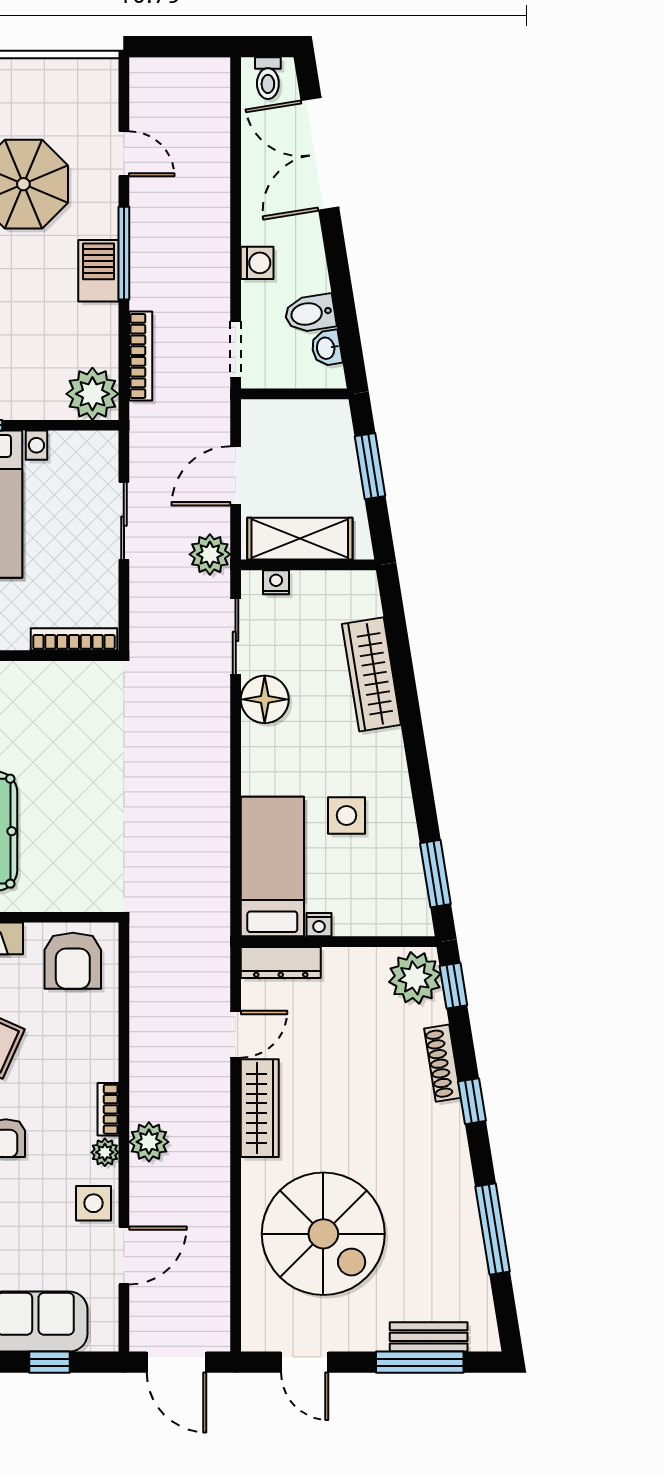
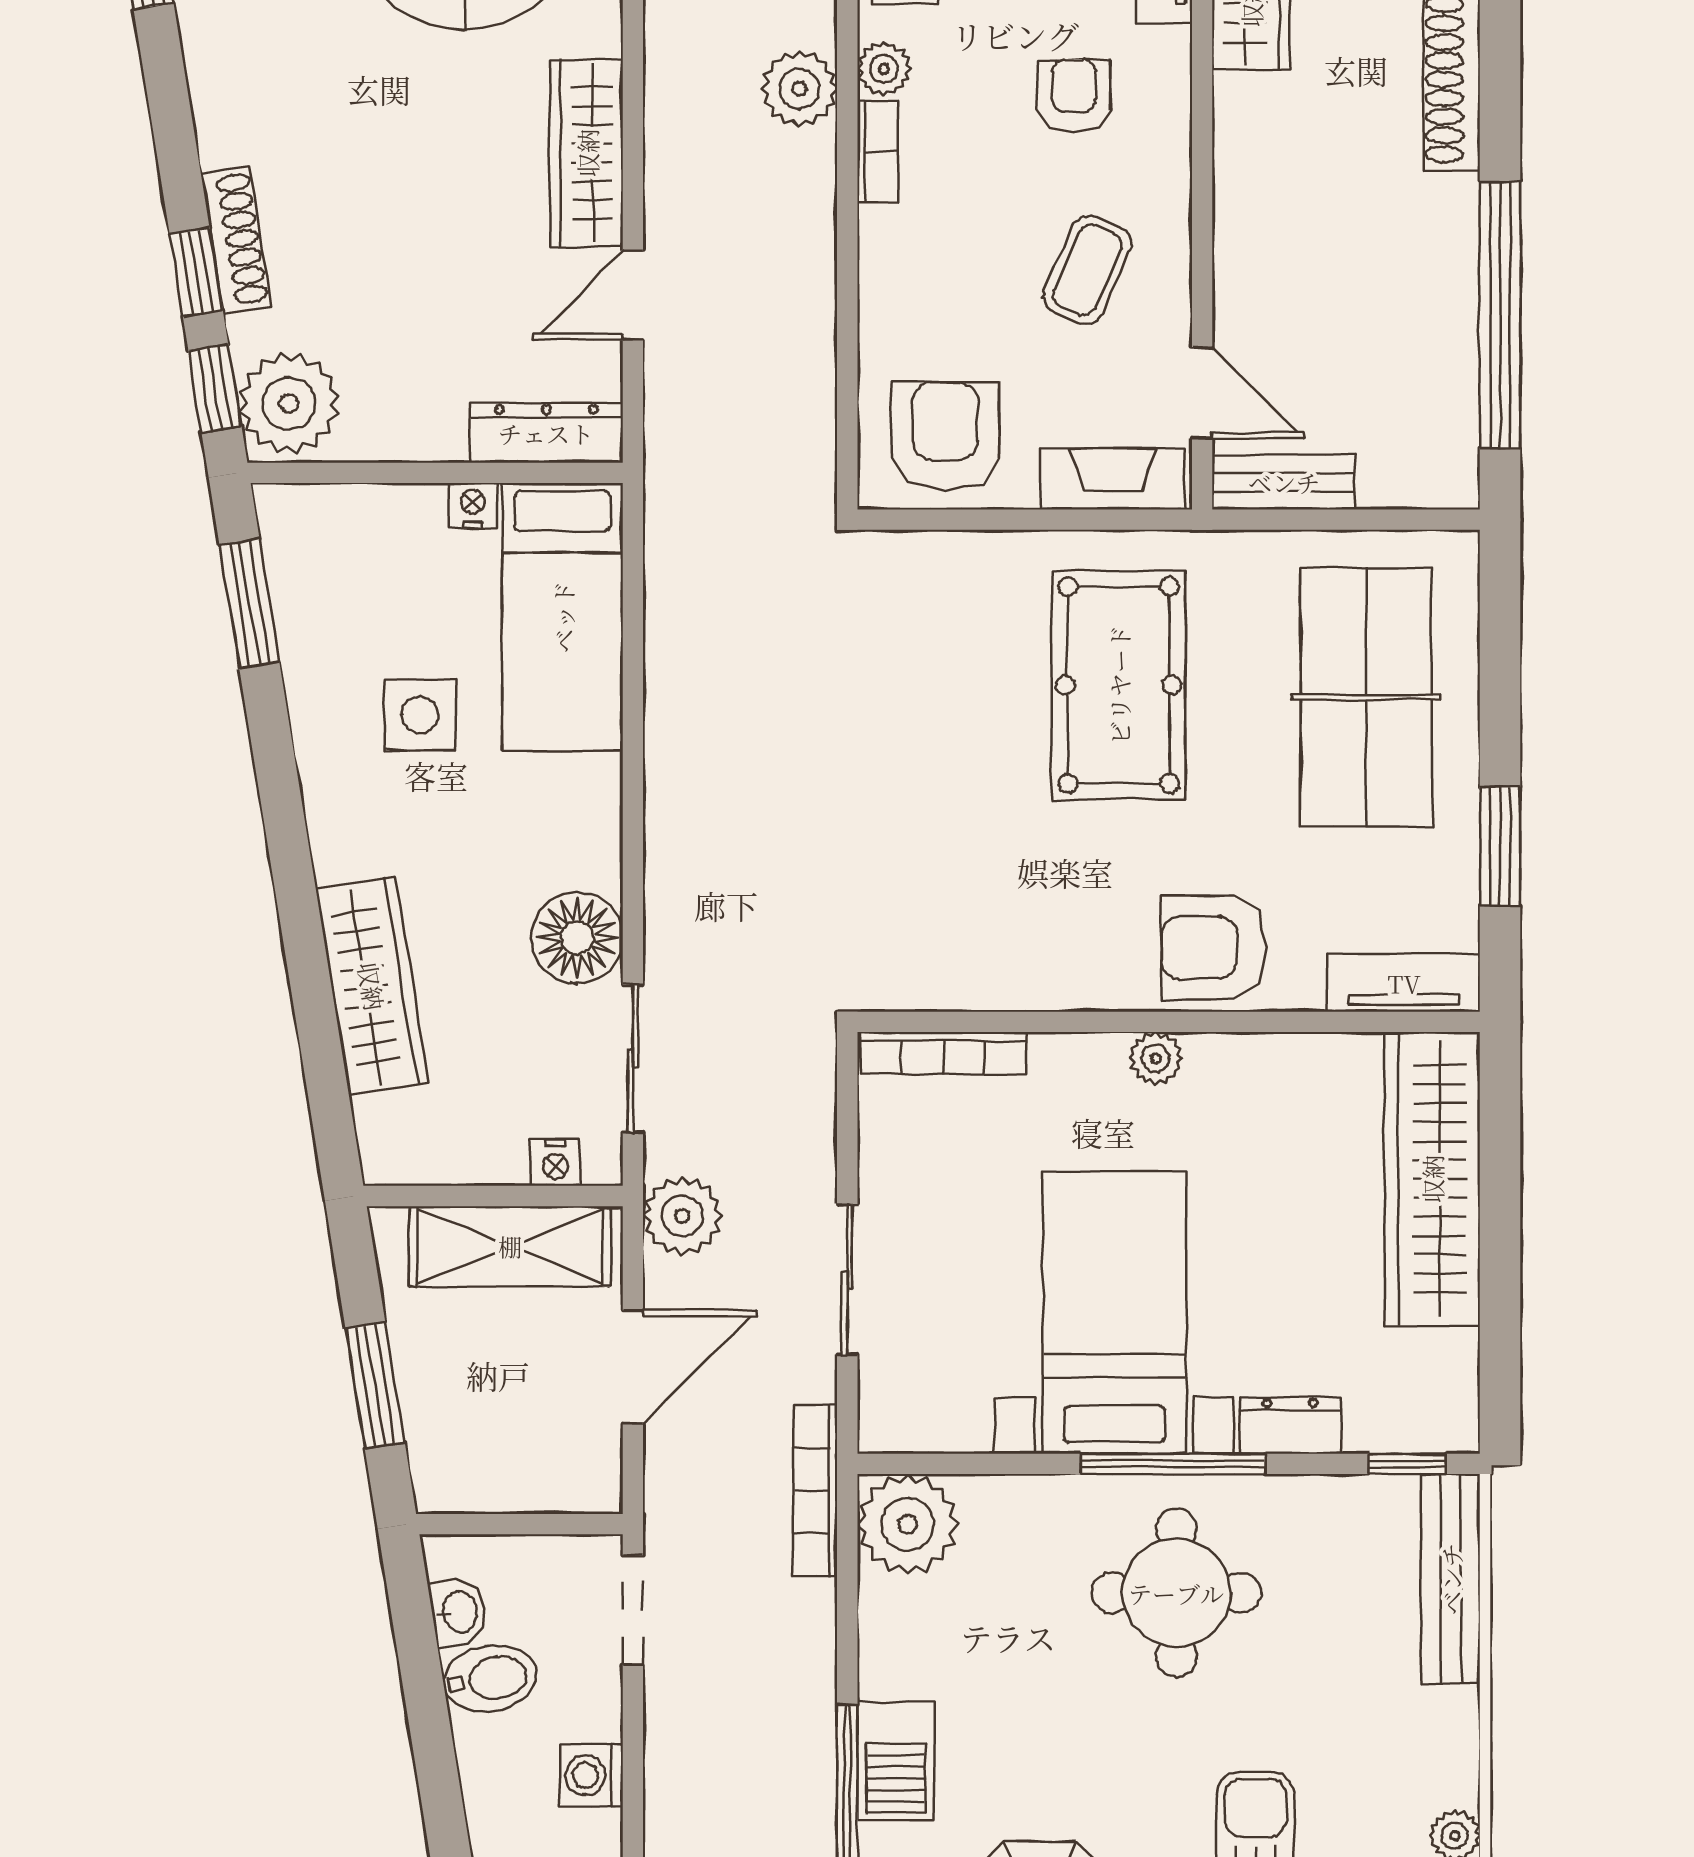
bookcase: (141, 356) -> (815, 1491), moved
window: (472, 1101) -> (196, 272), moved

